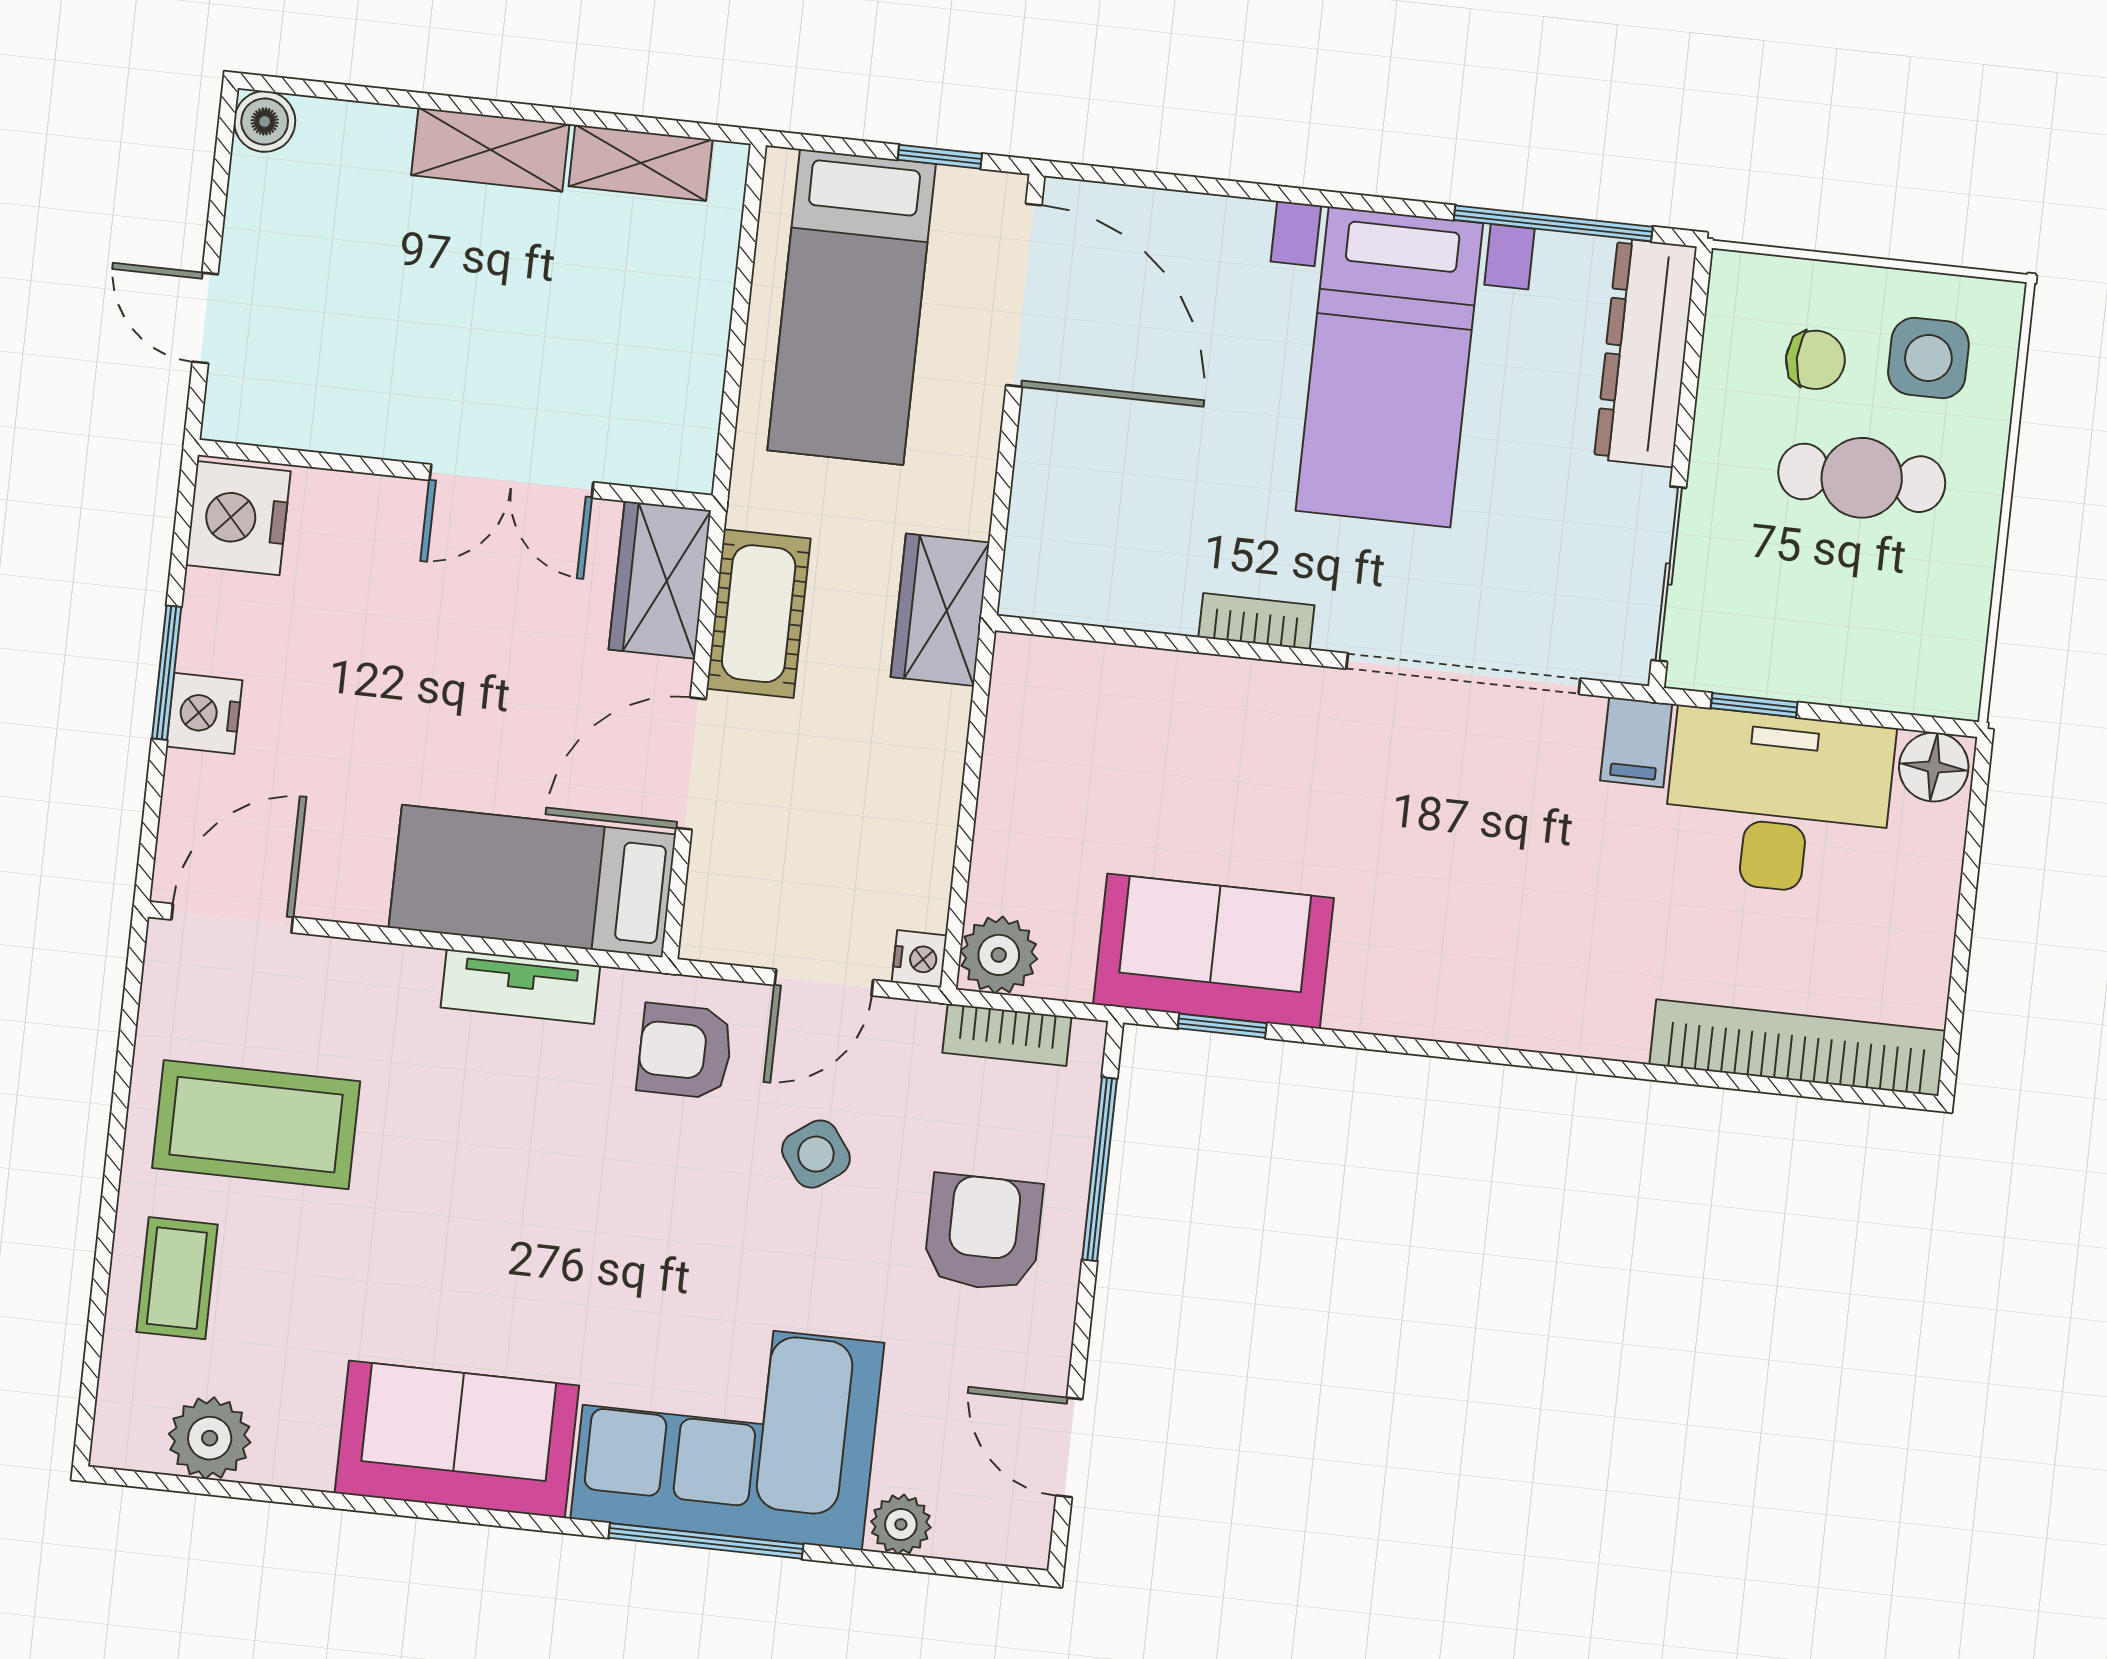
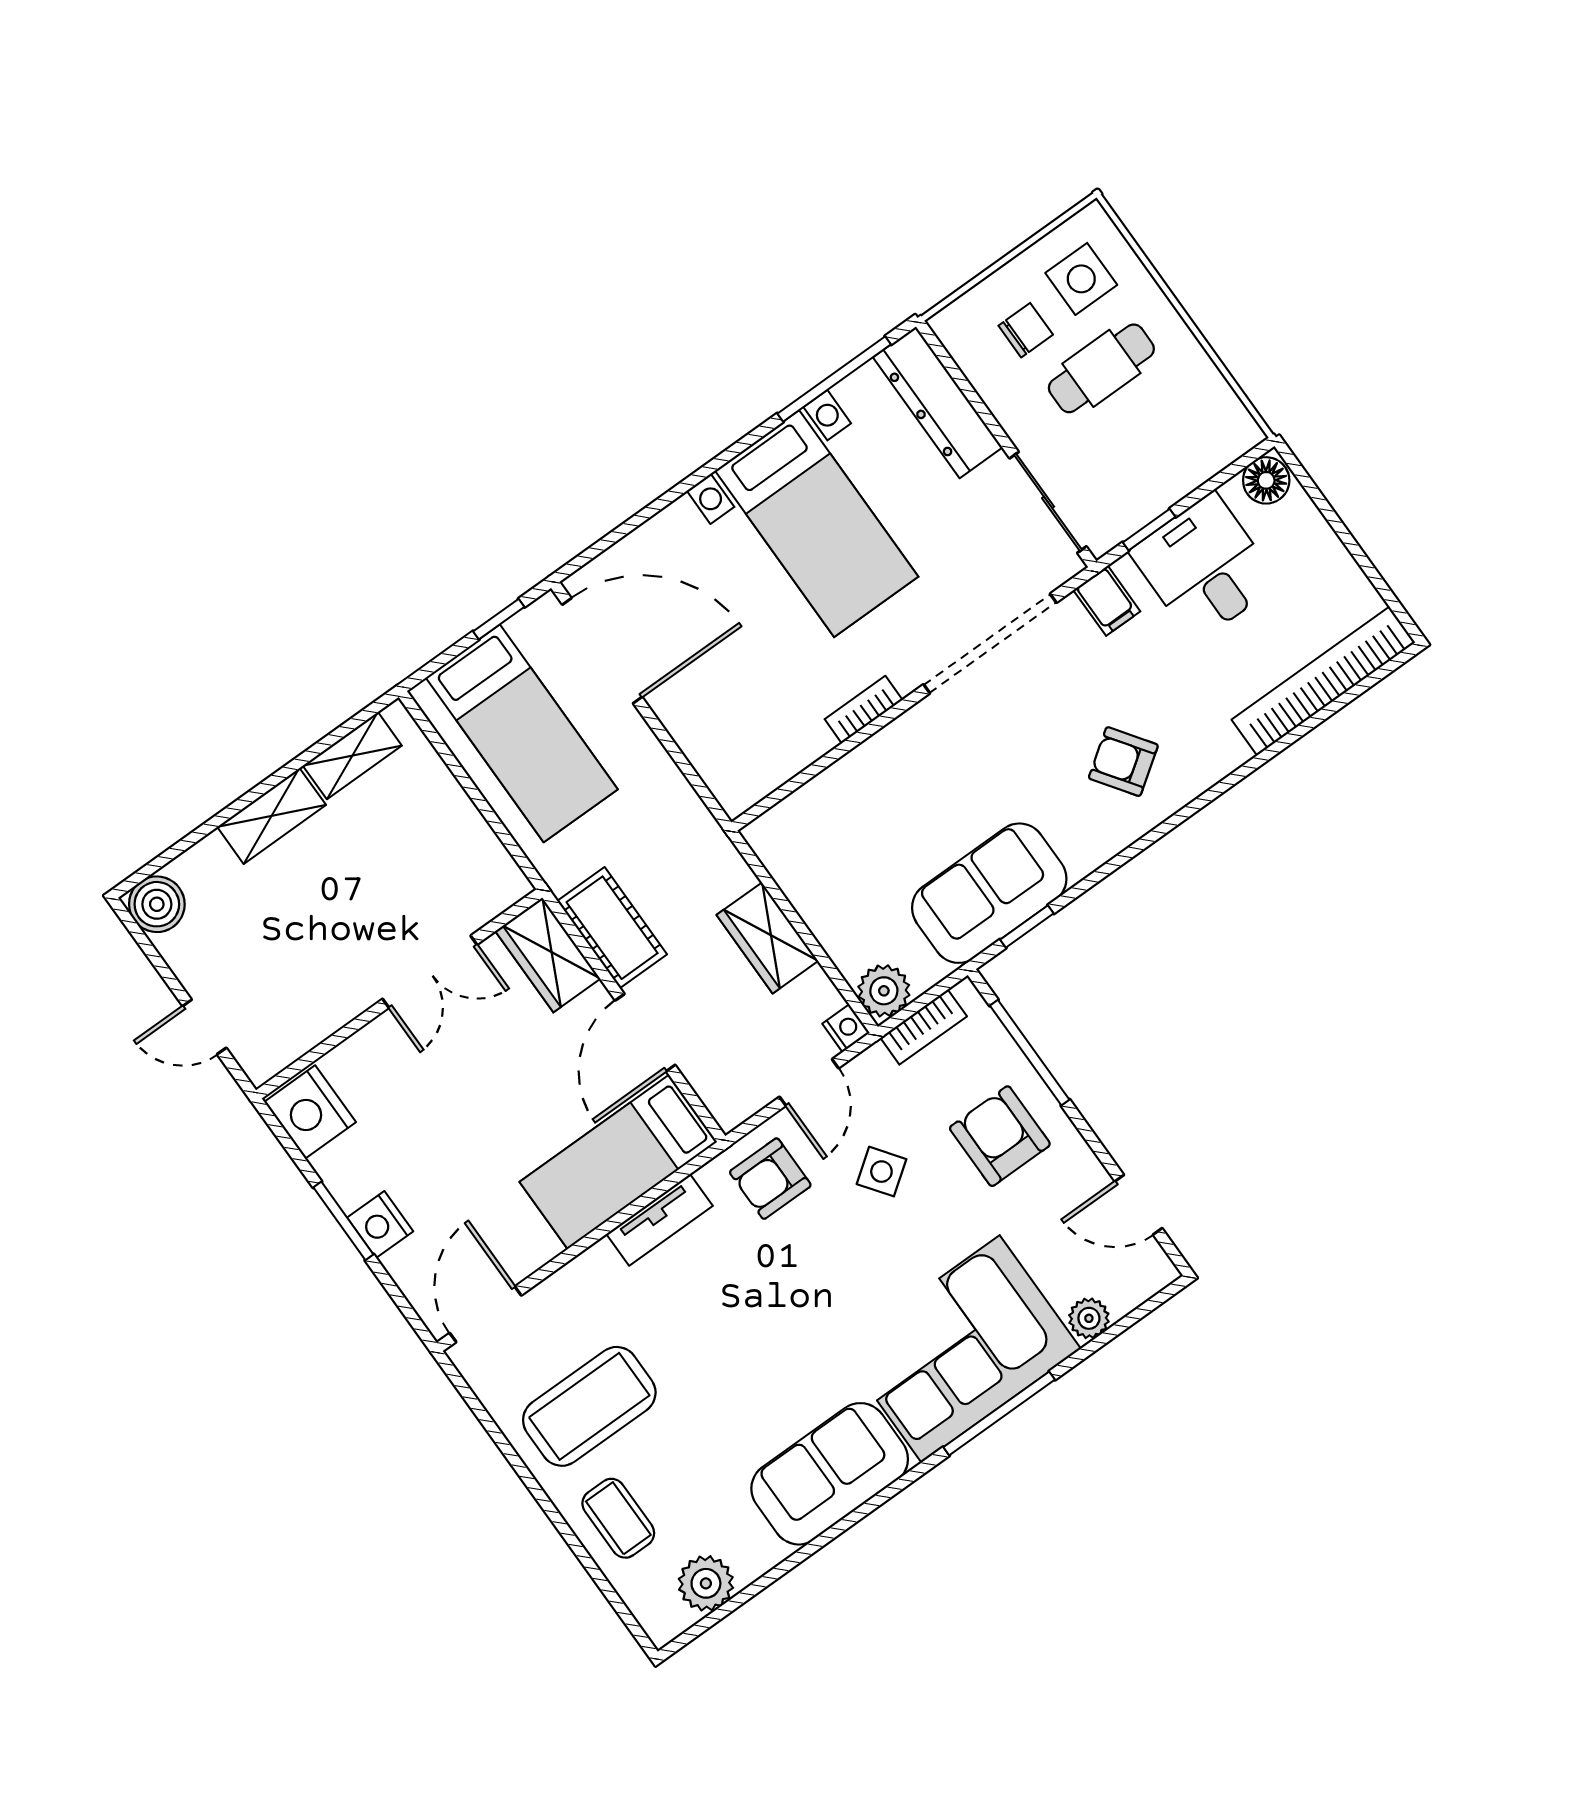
boiler: (265, 121) -> (157, 904), width x1.36, depth x1.36
wardrobe: (940, 610) -> (767, 938), moved
desk: (1778, 802) -> (1204, 567), width x0.73
armchair: (1494, 938) -> (1123, 762), added

